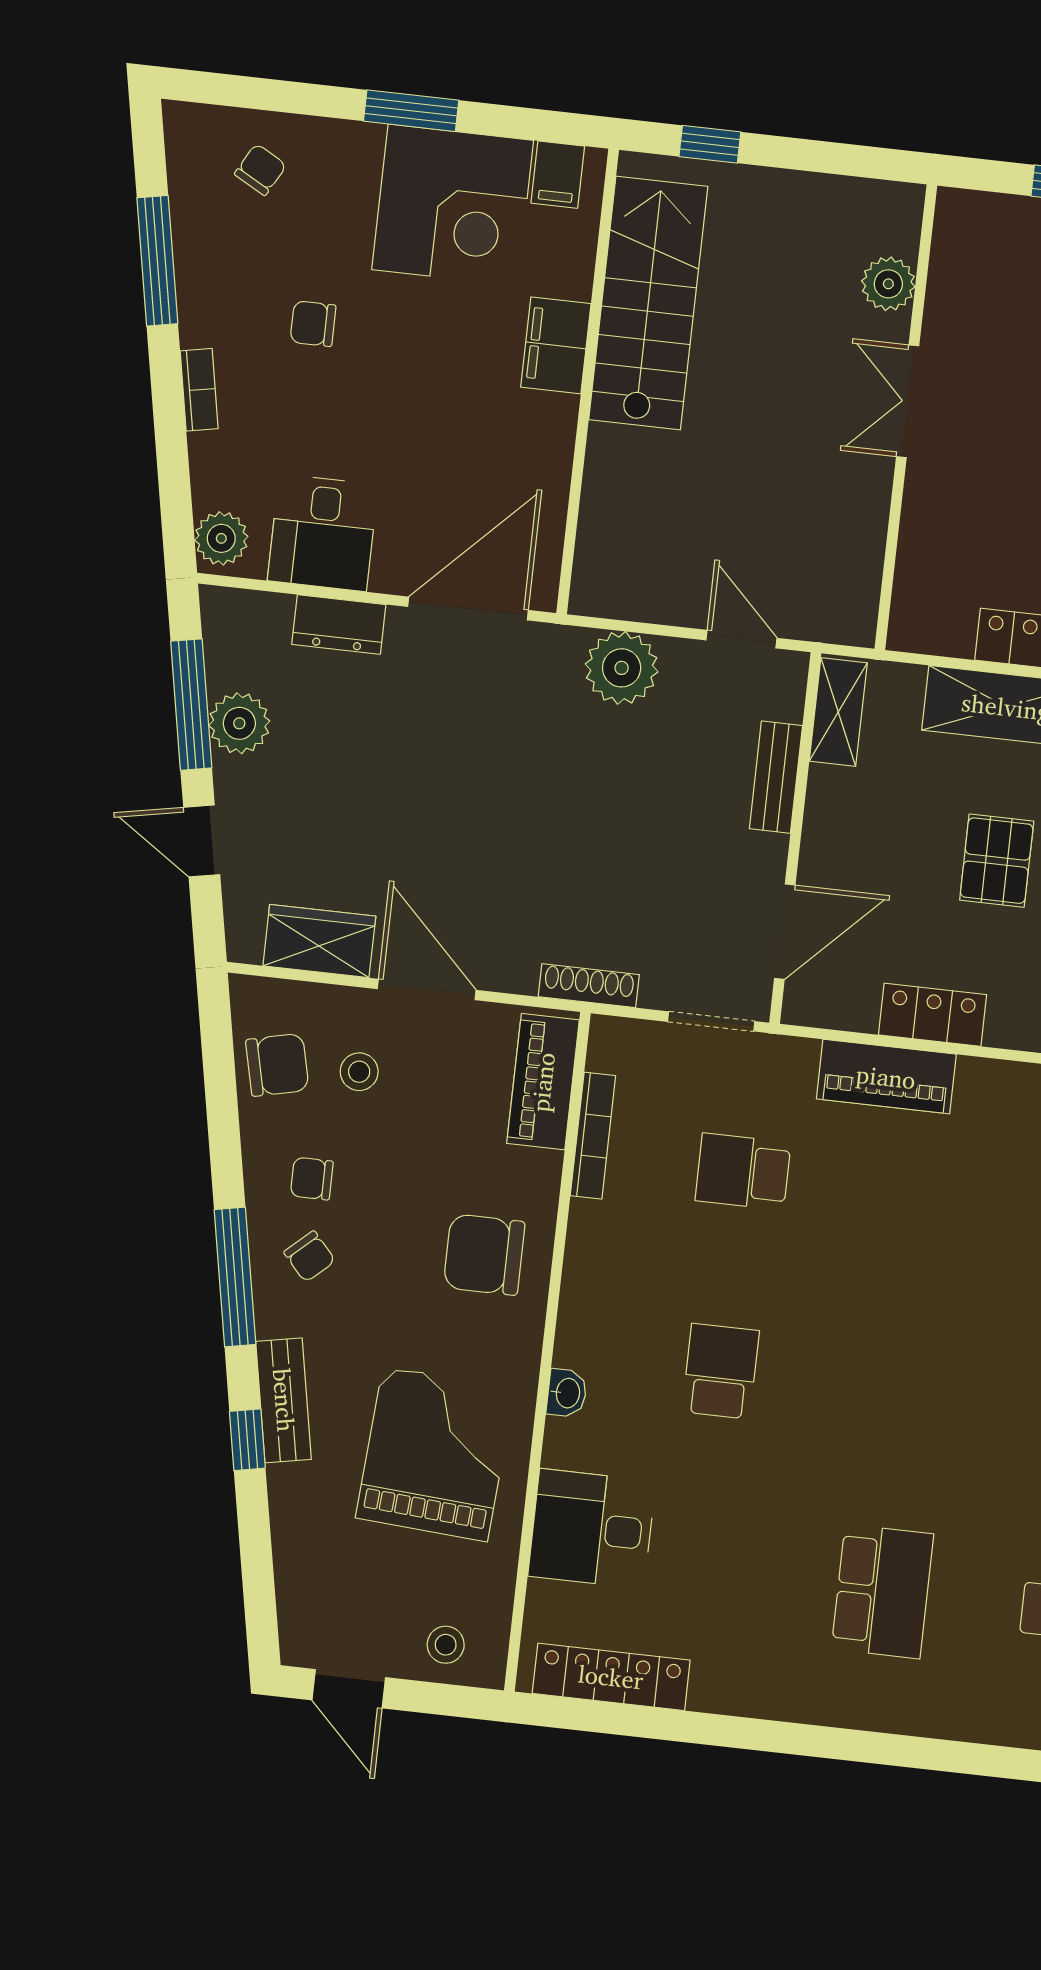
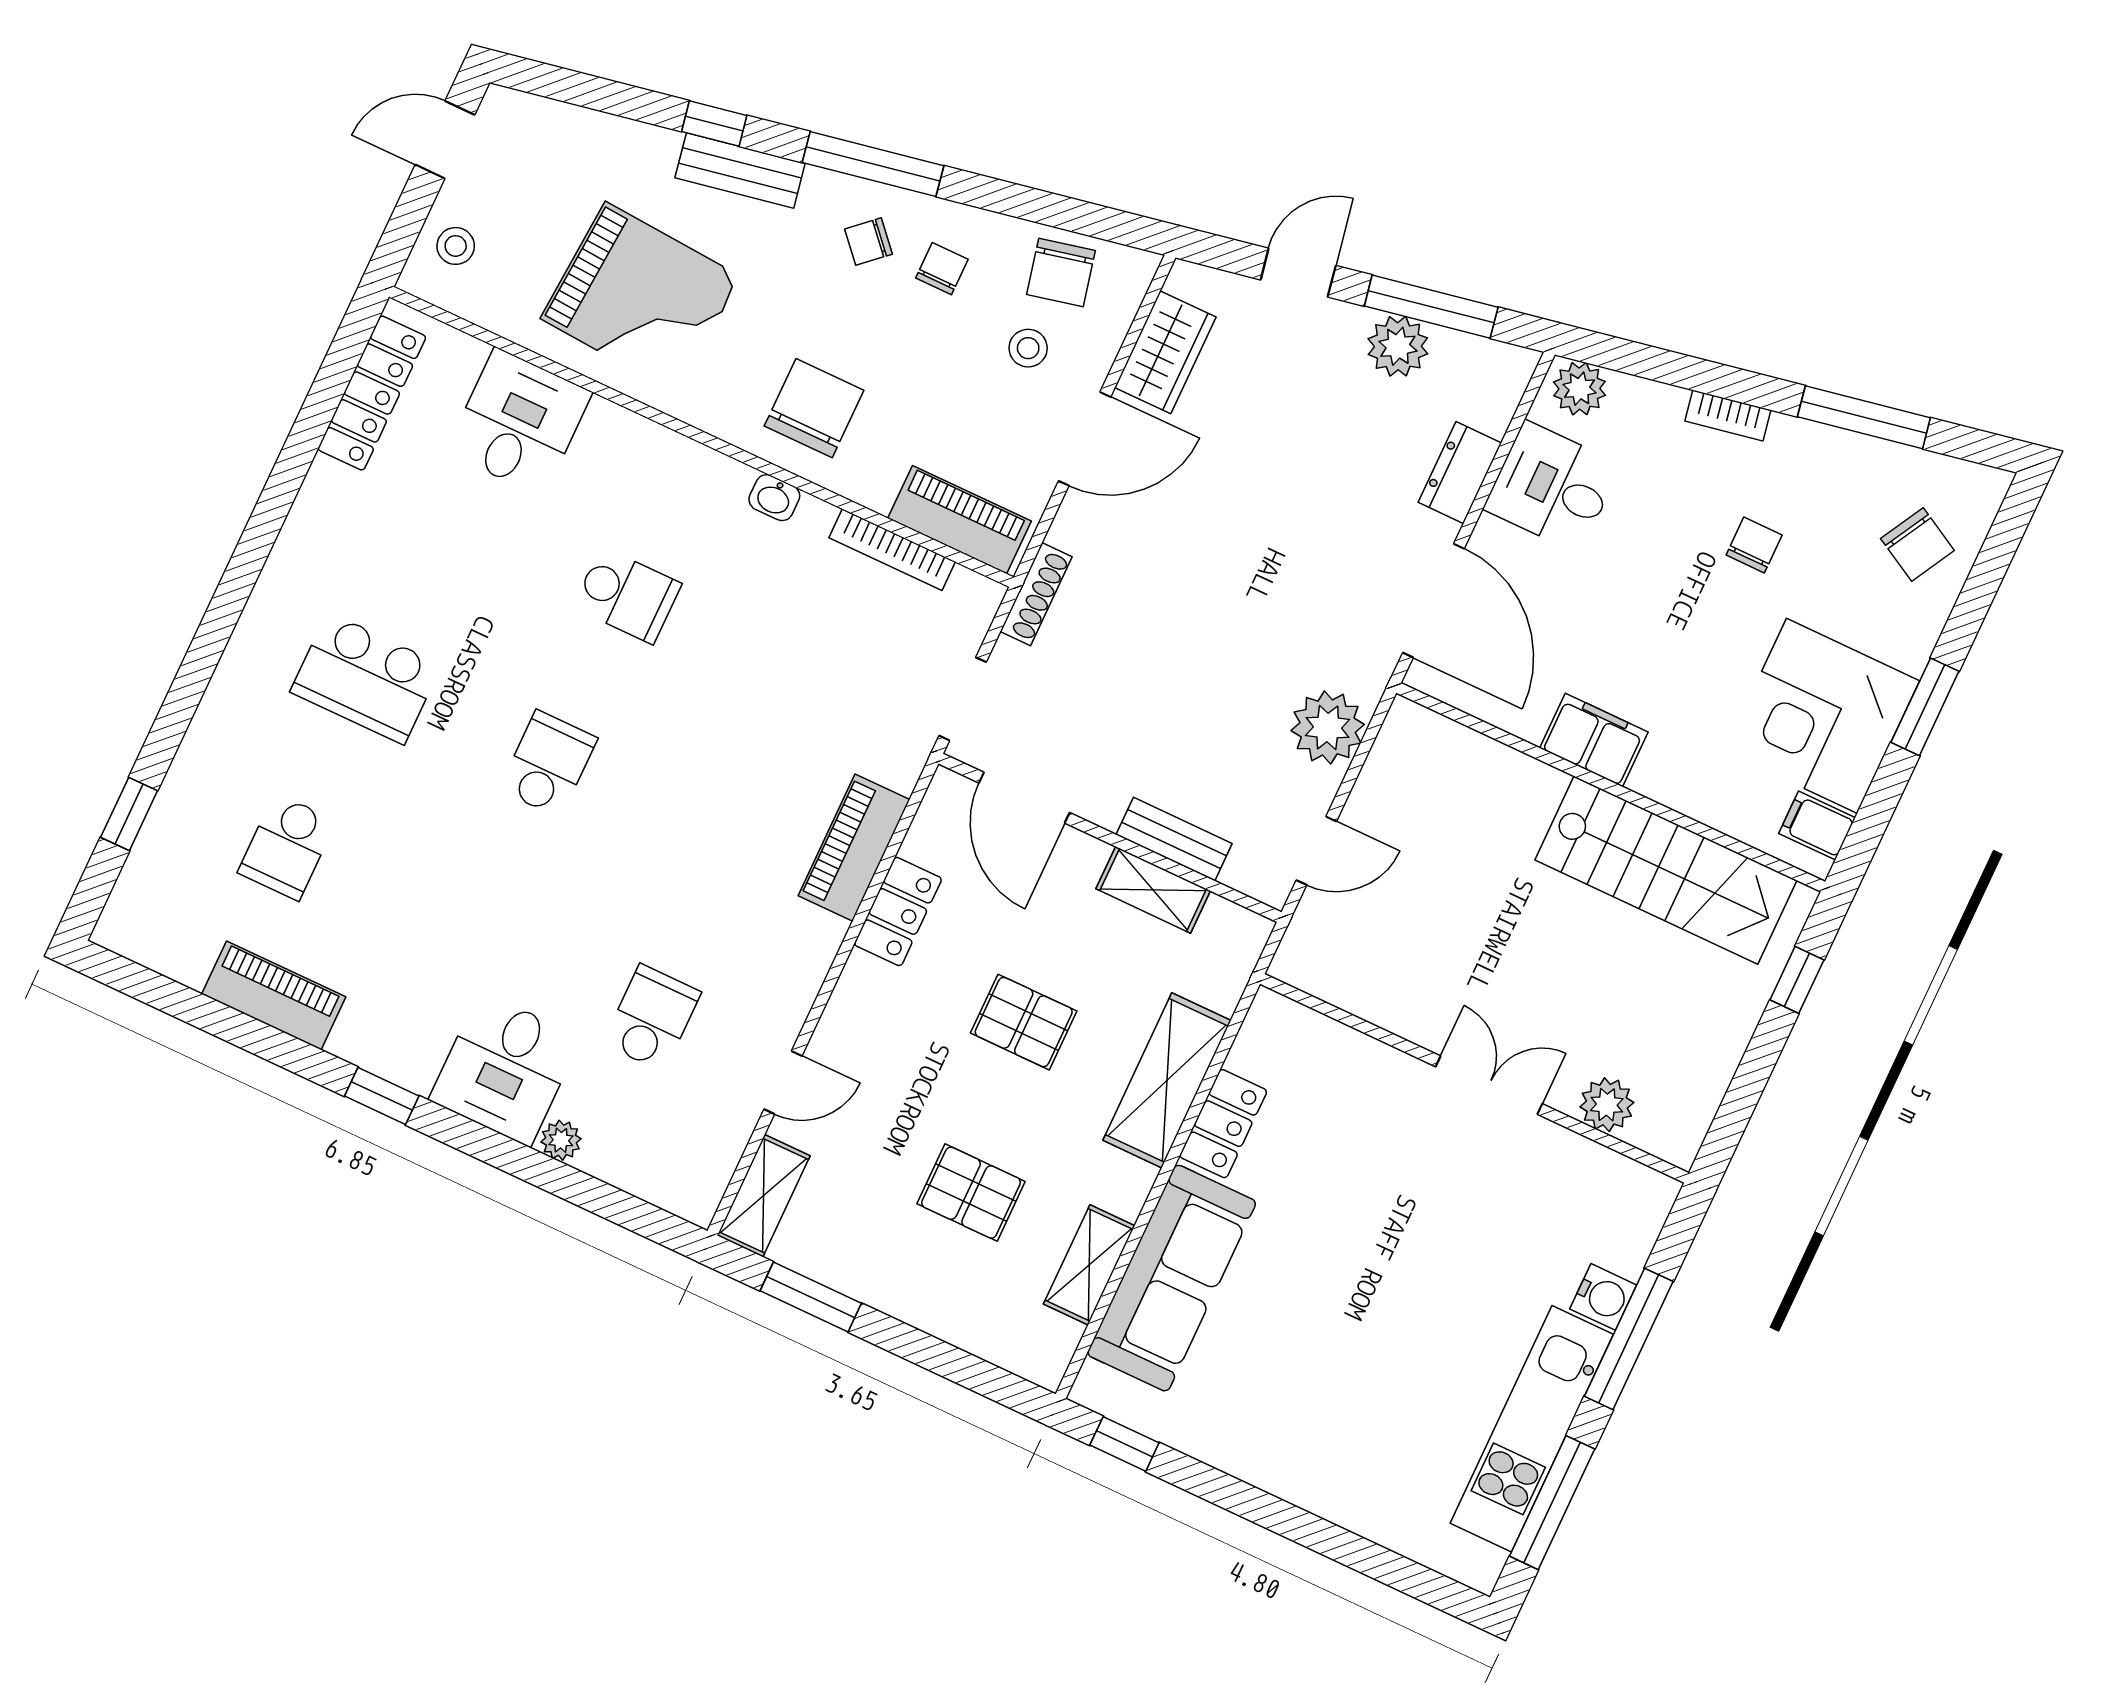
chair: (260, 170) -> (1917, 544), width x1.37, depth x1.37
filing cabinet: (556, 345) -> (1594, 740), moved
shelving: (838, 712) -> (1153, 890), moved
school desk: (743, 1172) -> (548, 764), moved
washbasin: (567, 1393) -> (774, 498), moved

